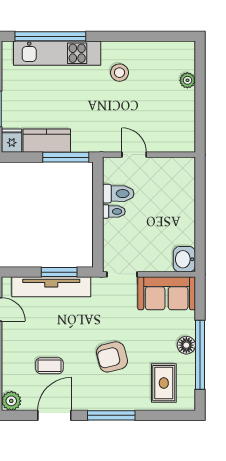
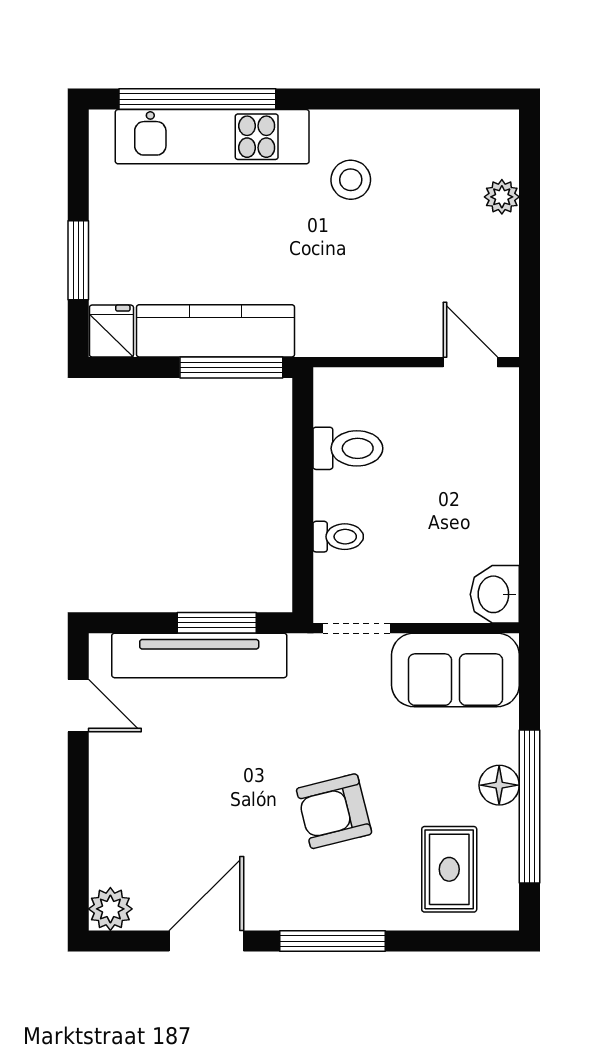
kitchen counter: (47, 141) -> (215, 331), width x1.50
door: (134, 155) -> (470, 362), moved
toilet: (114, 211) -> (338, 537), moved
coffee table: (49, 366) -> (195, 831), removed

